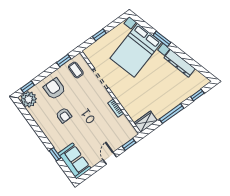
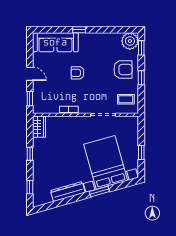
window: (99, 35) -> (141, 153), moved
window: (64, 61) -> (141, 78), moved
window: (172, 114) -> (30, 154), width x0.46
armchair: (64, 115) -> (78, 73), moved
window: (55, 154) -> (79, 30), moved
sofa: (74, 161) -> (55, 42), width x1.36

